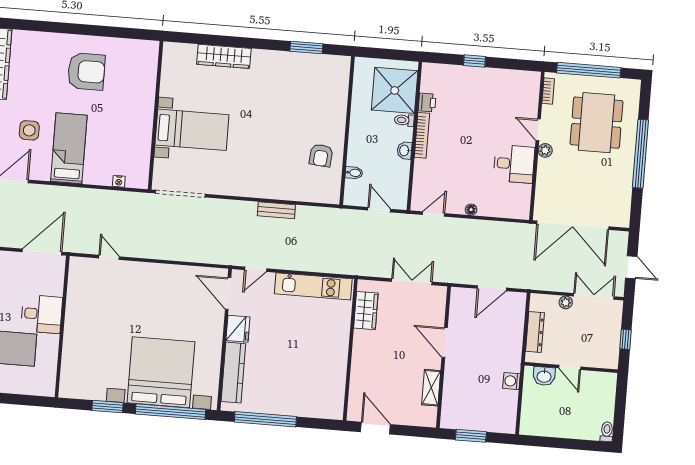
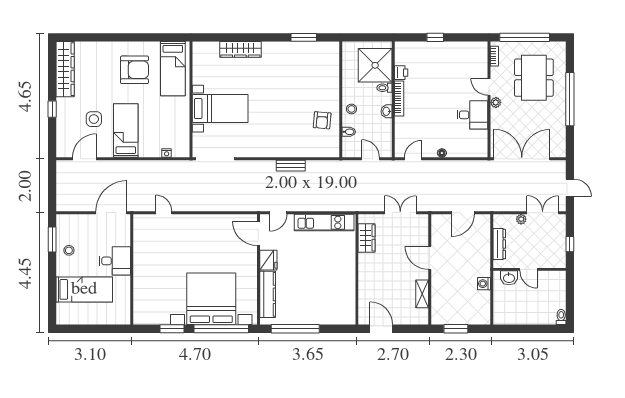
bed: (135, 74) -> (173, 69), added
stool: (360, 144) -> (351, 109), added
double door: (573, 225) -> (522, 159), swing flipped

